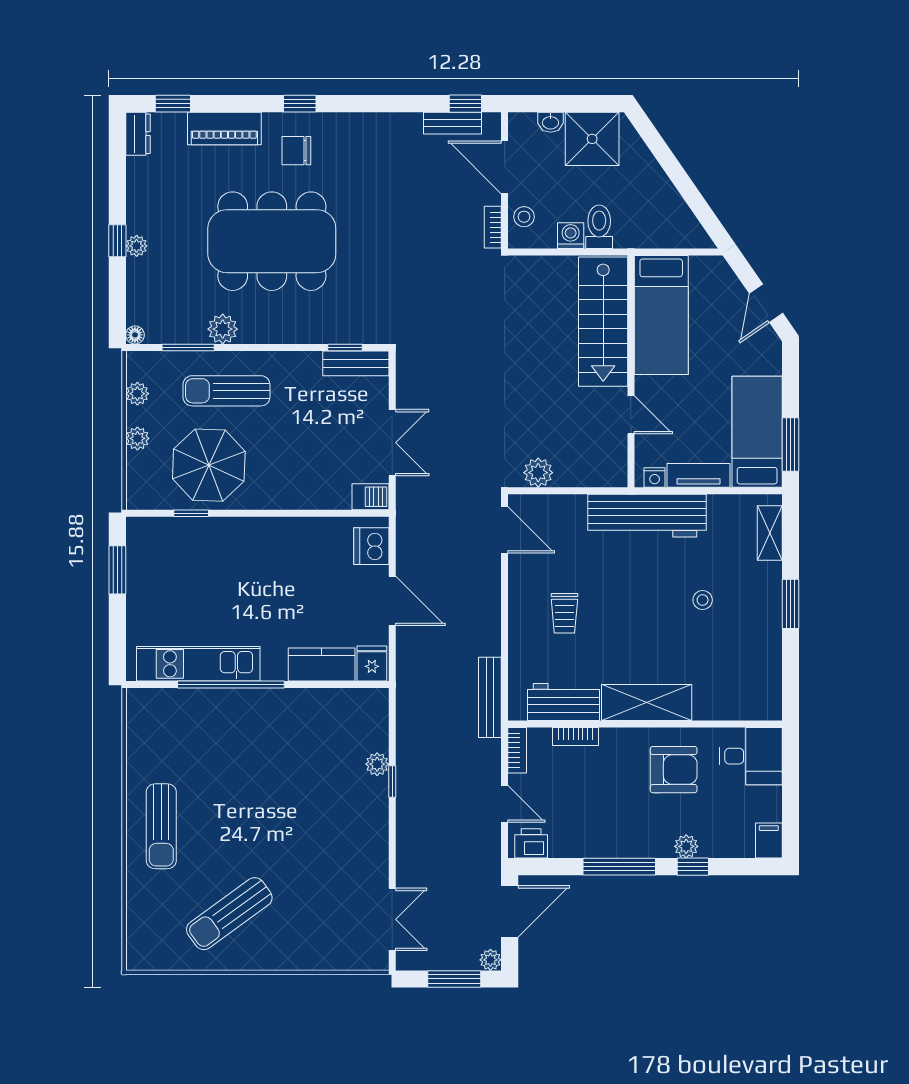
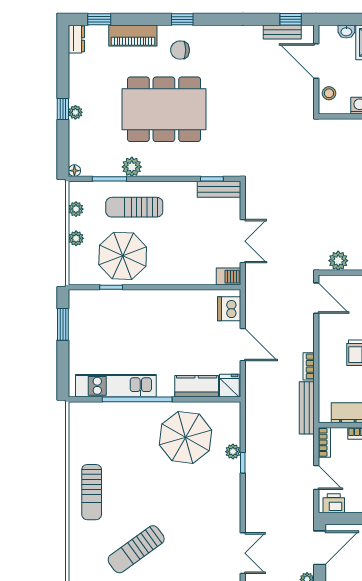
bookcase: (493, 227) -> (309, 366), moved
parasol: (305, 743) -> (186, 437), added

